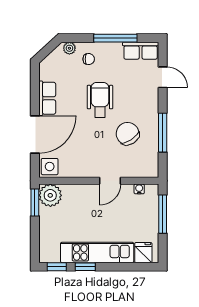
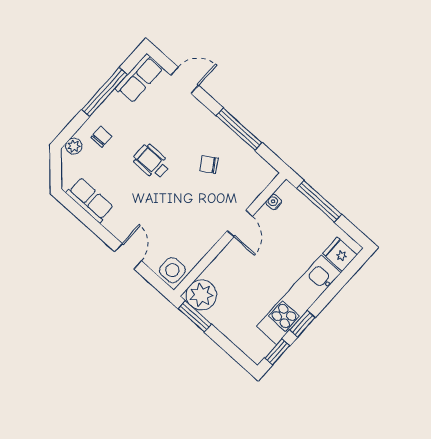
row of seats: (47, 98) -> (90, 200), moved
wheelchair: (100, 100) -> (151, 162), width x0.73, depth x0.73
chair: (128, 134) -> (209, 165), width x0.54, depth x0.54
door: (35, 135) -> (128, 256), width x0.53

